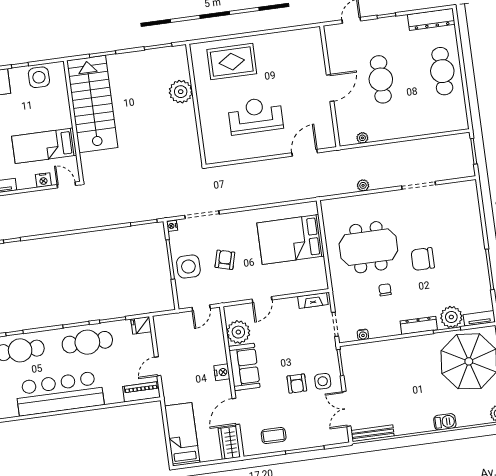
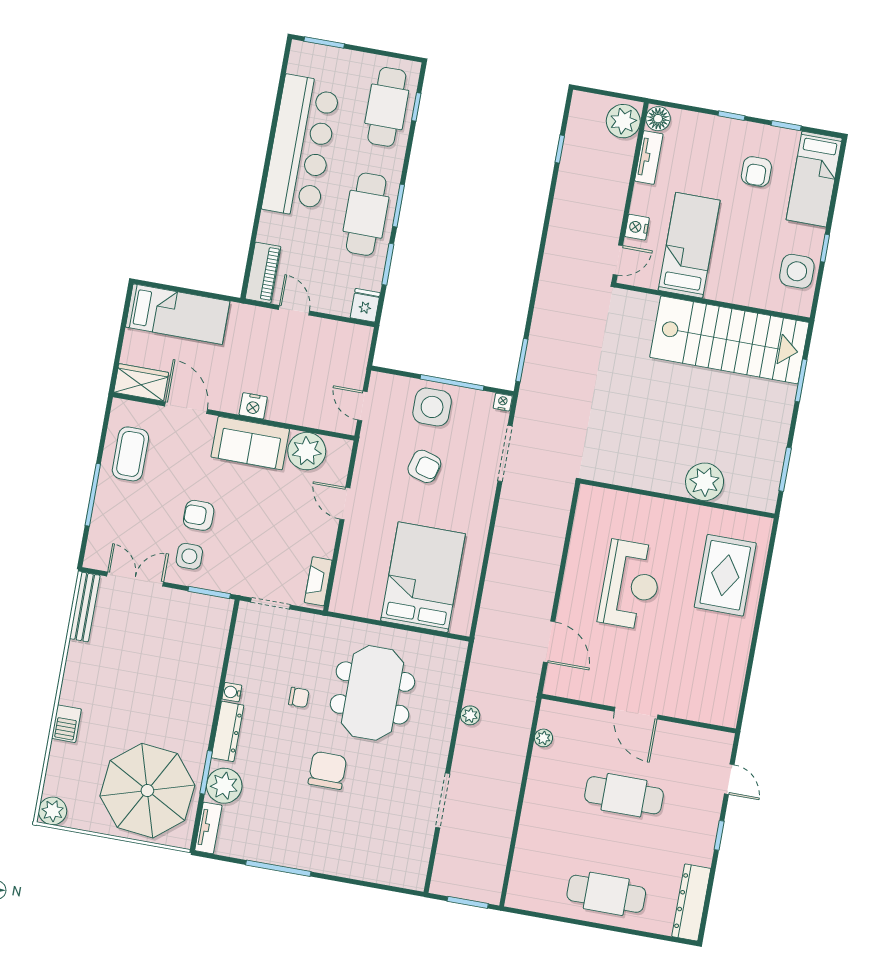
water cooler: (363, 335) -> (232, 692), moved
coffee table: (274, 435) -> (130, 454), width x1.36, depth x1.30

